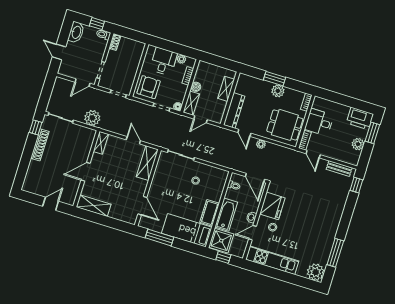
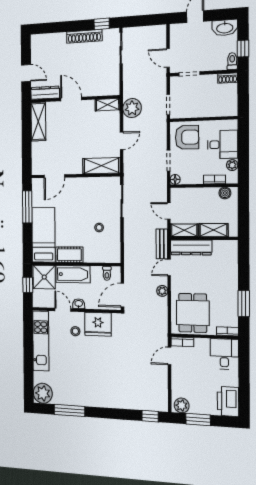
window: (275, 79) -> (244, 304), moved
boiler: (196, 87) -> (225, 193), moved
plant: (278, 91) -> (230, 293), removed
shelving: (191, 103) -> (184, 230), moved
plant: (92, 118) -> (132, 108), moved
desk: (319, 122) -> (224, 354), moved
window: (372, 133) -> (198, 420), moved
plant: (358, 144) -> (182, 405), moved
bench: (339, 168) -> (162, 244), moved
dresser: (72, 192) -> (45, 93), added

